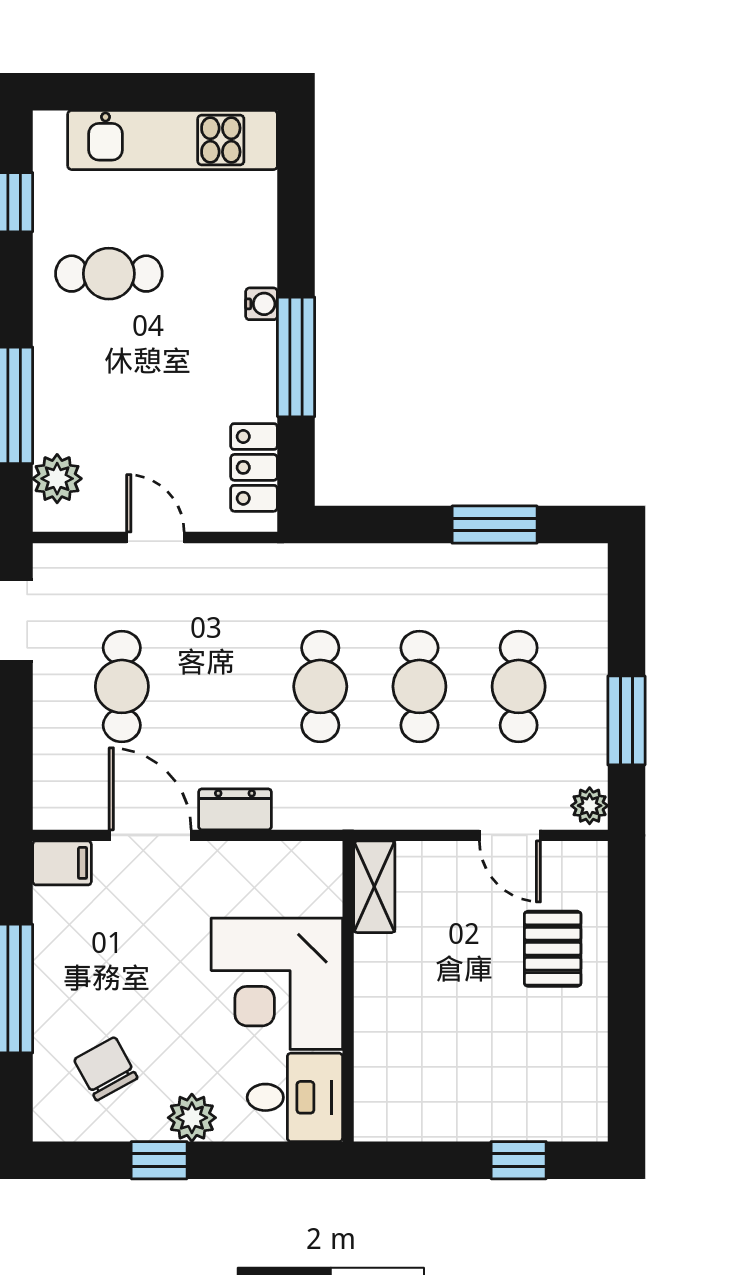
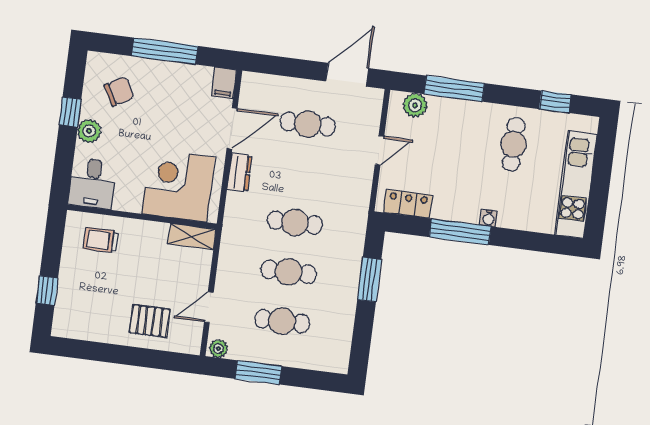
window: (495, 525) -> (369, 280), moved
corner desk: (277, 984) -> (178, 186), moved
trolley: (405, 1067) -> (101, 240), added

